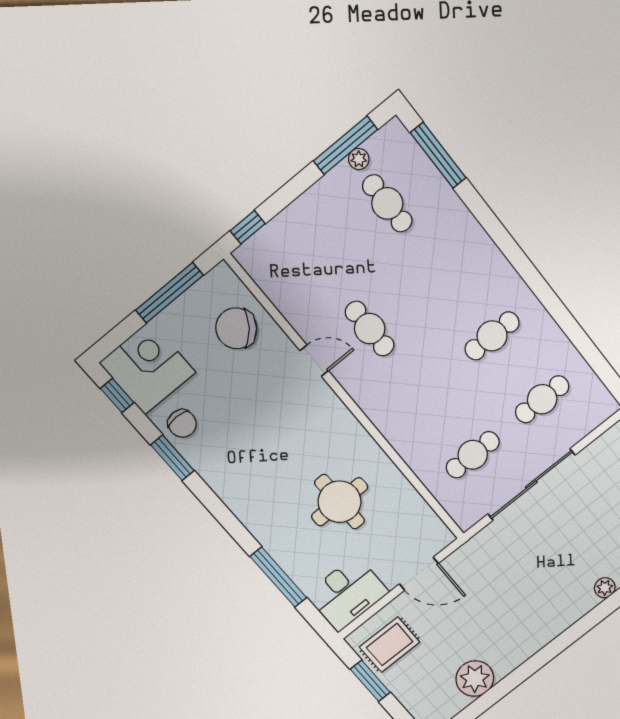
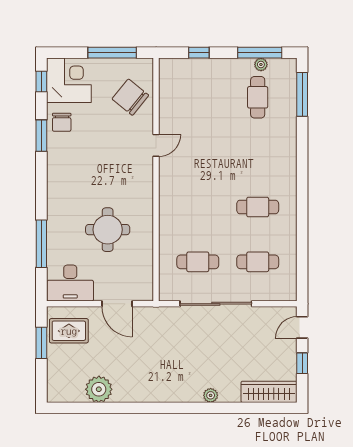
window: (248, 227) -> (199, 53), moved
cafe table: (370, 329) -> (198, 152), removed
door: (314, 361) -> (156, 145), hinge flipped

